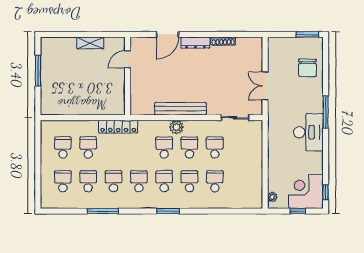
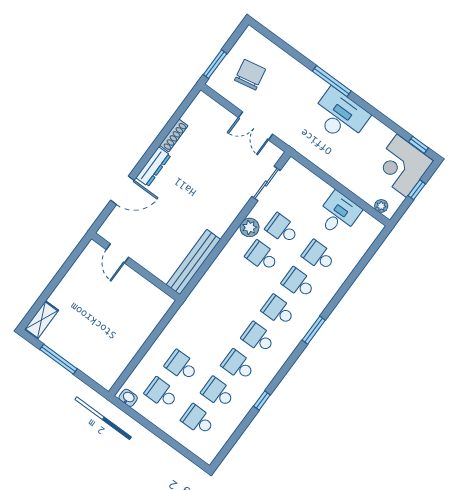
door: (168, 34) -> (122, 190), hinge flipped
window: (307, 34) -> (215, 64), moved
shelving: (90, 43) -> (41, 320), moved
chair: (307, 68) -> (250, 75), moved, turned -101
bench: (180, 109) -> (193, 262), moved
locker: (118, 127) -> (183, 317), removed
plant: (176, 127) -> (250, 227), moved
washbasin: (45, 129) -> (128, 398), added
school desk: (164, 148) -> (242, 284), removed
desk: (249, 175) -> (338, 214), added
window: (103, 211) -> (262, 401), width x0.46

